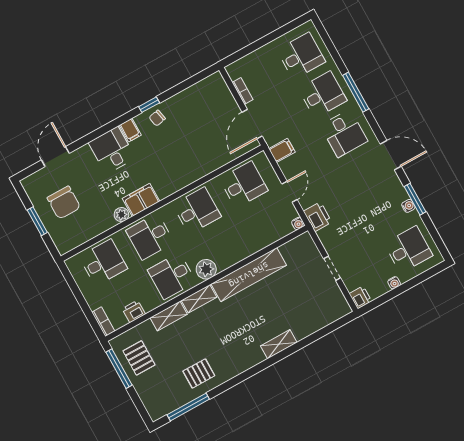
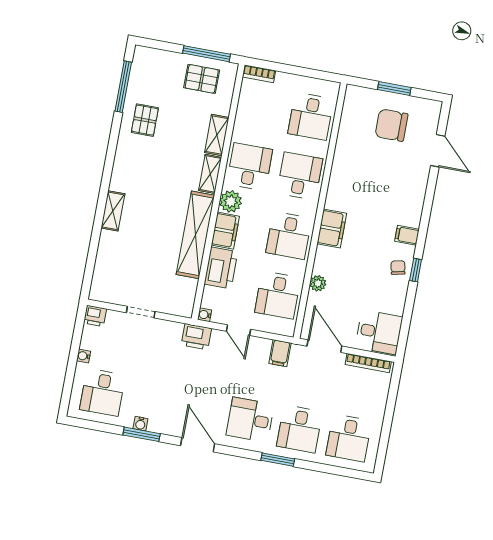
bookcase: (242, 91) -> (368, 363), width x1.56
window: (356, 92) -> (278, 460), width x0.69
desk: (112, 150) -> (379, 332), moved
door: (391, 155) -> (198, 445), swing flipped
filing cabinet: (141, 200) -> (332, 229), moved
plant: (121, 215) -> (318, 283), moved
filing cabinet: (229, 257) -> (225, 231), added
printer: (134, 311) -> (221, 268), moved, width x1.87, depth x1.48

